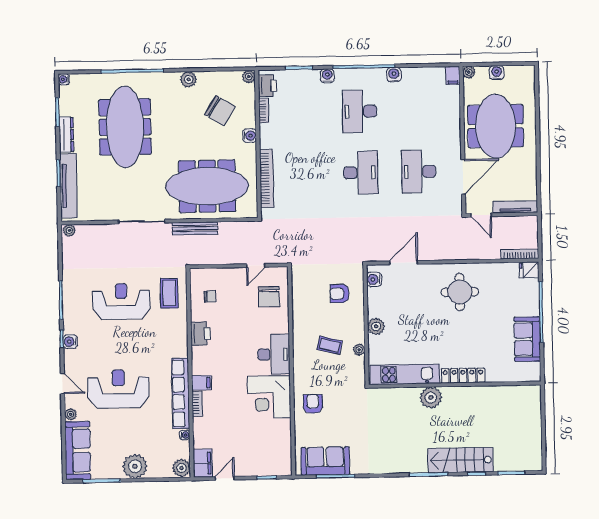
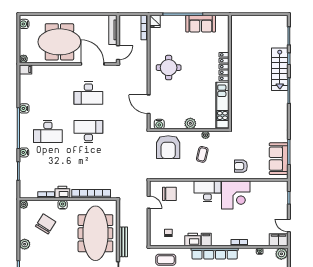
water cooler: (497, 73) -> (24, 24), moved
printer: (267, 86) -> (62, 192), moved
armchair: (339, 294) -> (168, 147), width x1.88, depth x1.88
filing cabinet: (202, 383) -> (206, 239), moved
row of seats: (180, 393) -> (215, 254), moved
plant: (431, 398) -> (238, 88), removed

